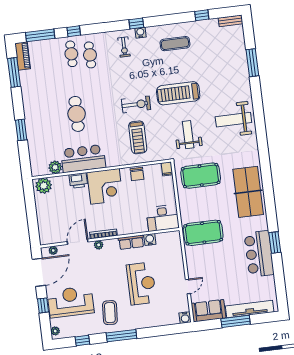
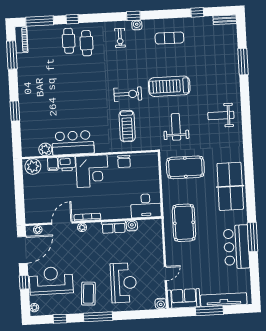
cafe table: (77, 114) -> (70, 99), removed
weight bench: (233, 120) -> (221, 115), width x0.73, depth x0.75
filing cabinet: (167, 169) -> (53, 164), moved
pool table: (203, 233) -> (184, 223), turned 90
window: (275, 242) -> (252, 237), width x1.44
reception desk: (141, 283) -> (124, 283), moved

